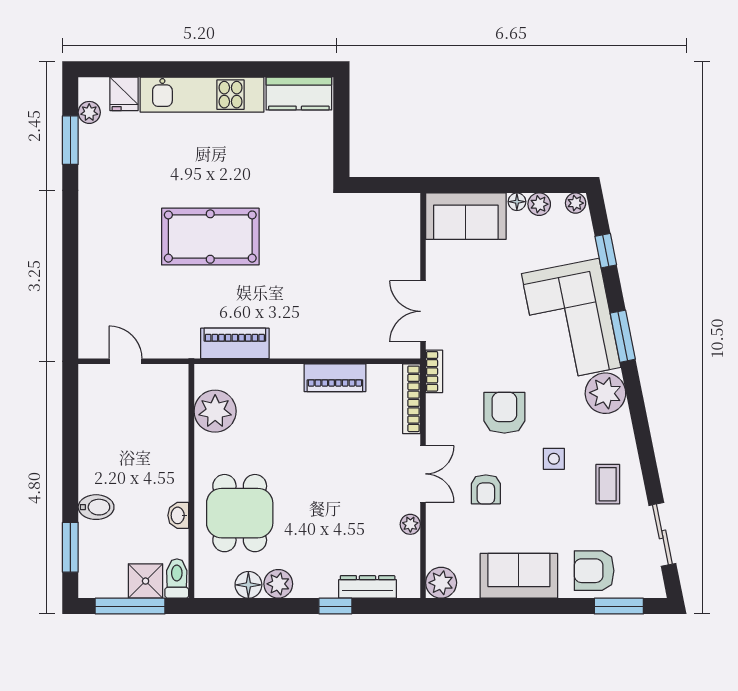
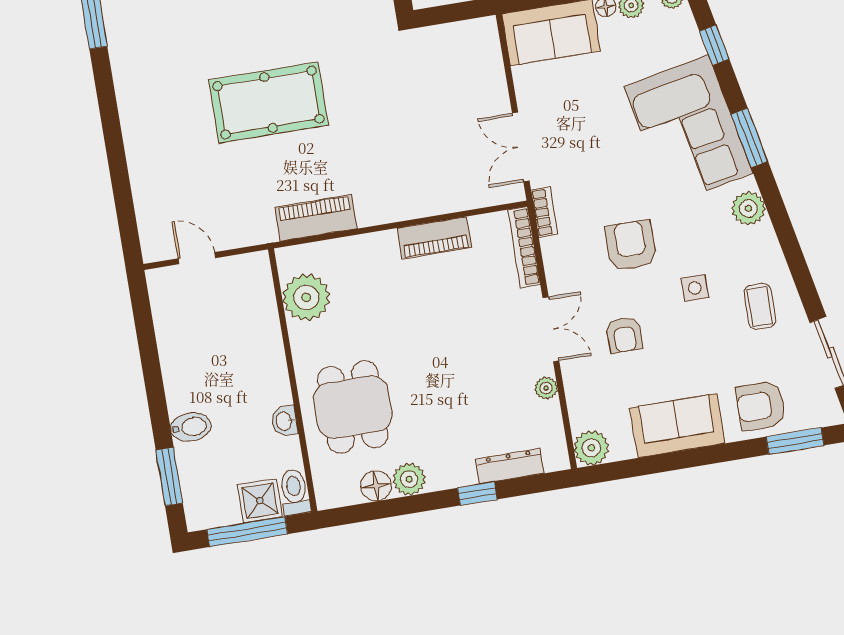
plant: (605, 393) -> (748, 208), width x0.73, depth x0.73

